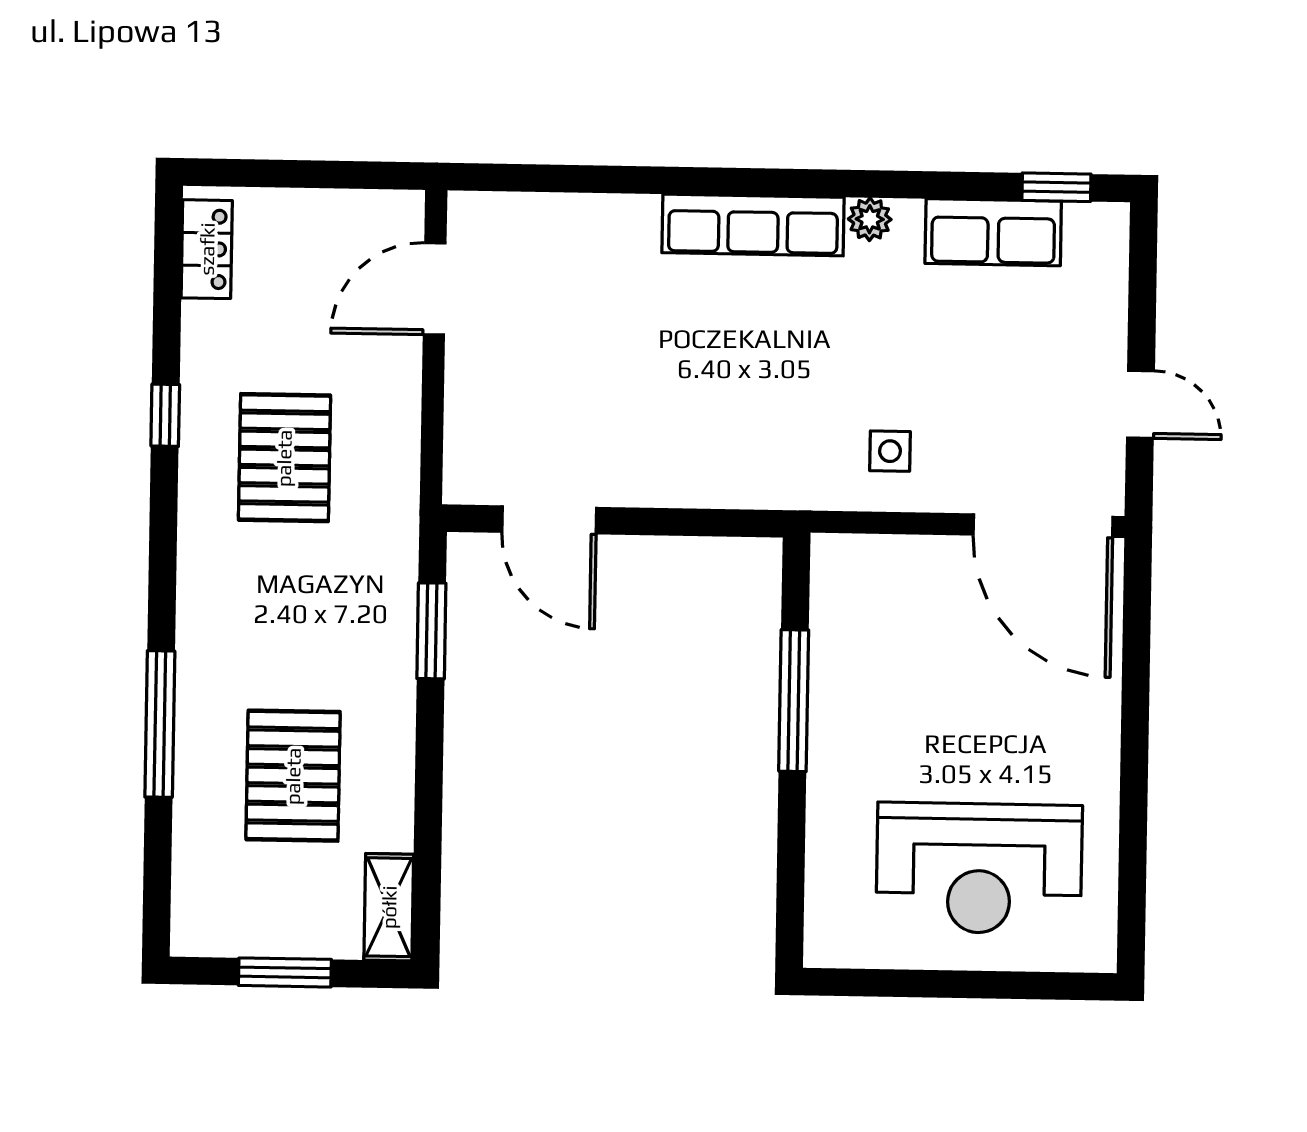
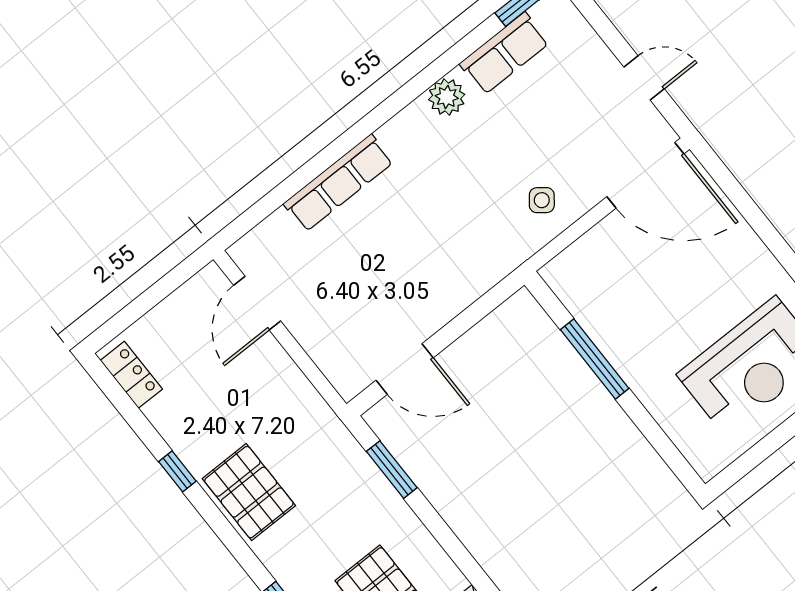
plant: (870, 219) -> (447, 97), width x1.38, depth x1.38
row of seats: (753, 225) -> (338, 183), moved
side table: (890, 451) -> (542, 200), turned 38
pallet: (284, 458) -> (249, 492), moved

